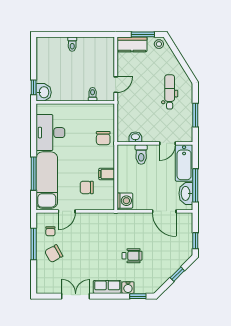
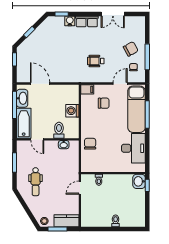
door: (167, 143) -> (37, 139), swing flipped
filing cabinet: (107, 174) -> (87, 89), moved
washing machine: (125, 201) -> (72, 111), moved
wheelchair: (132, 256) -> (96, 61), moved

